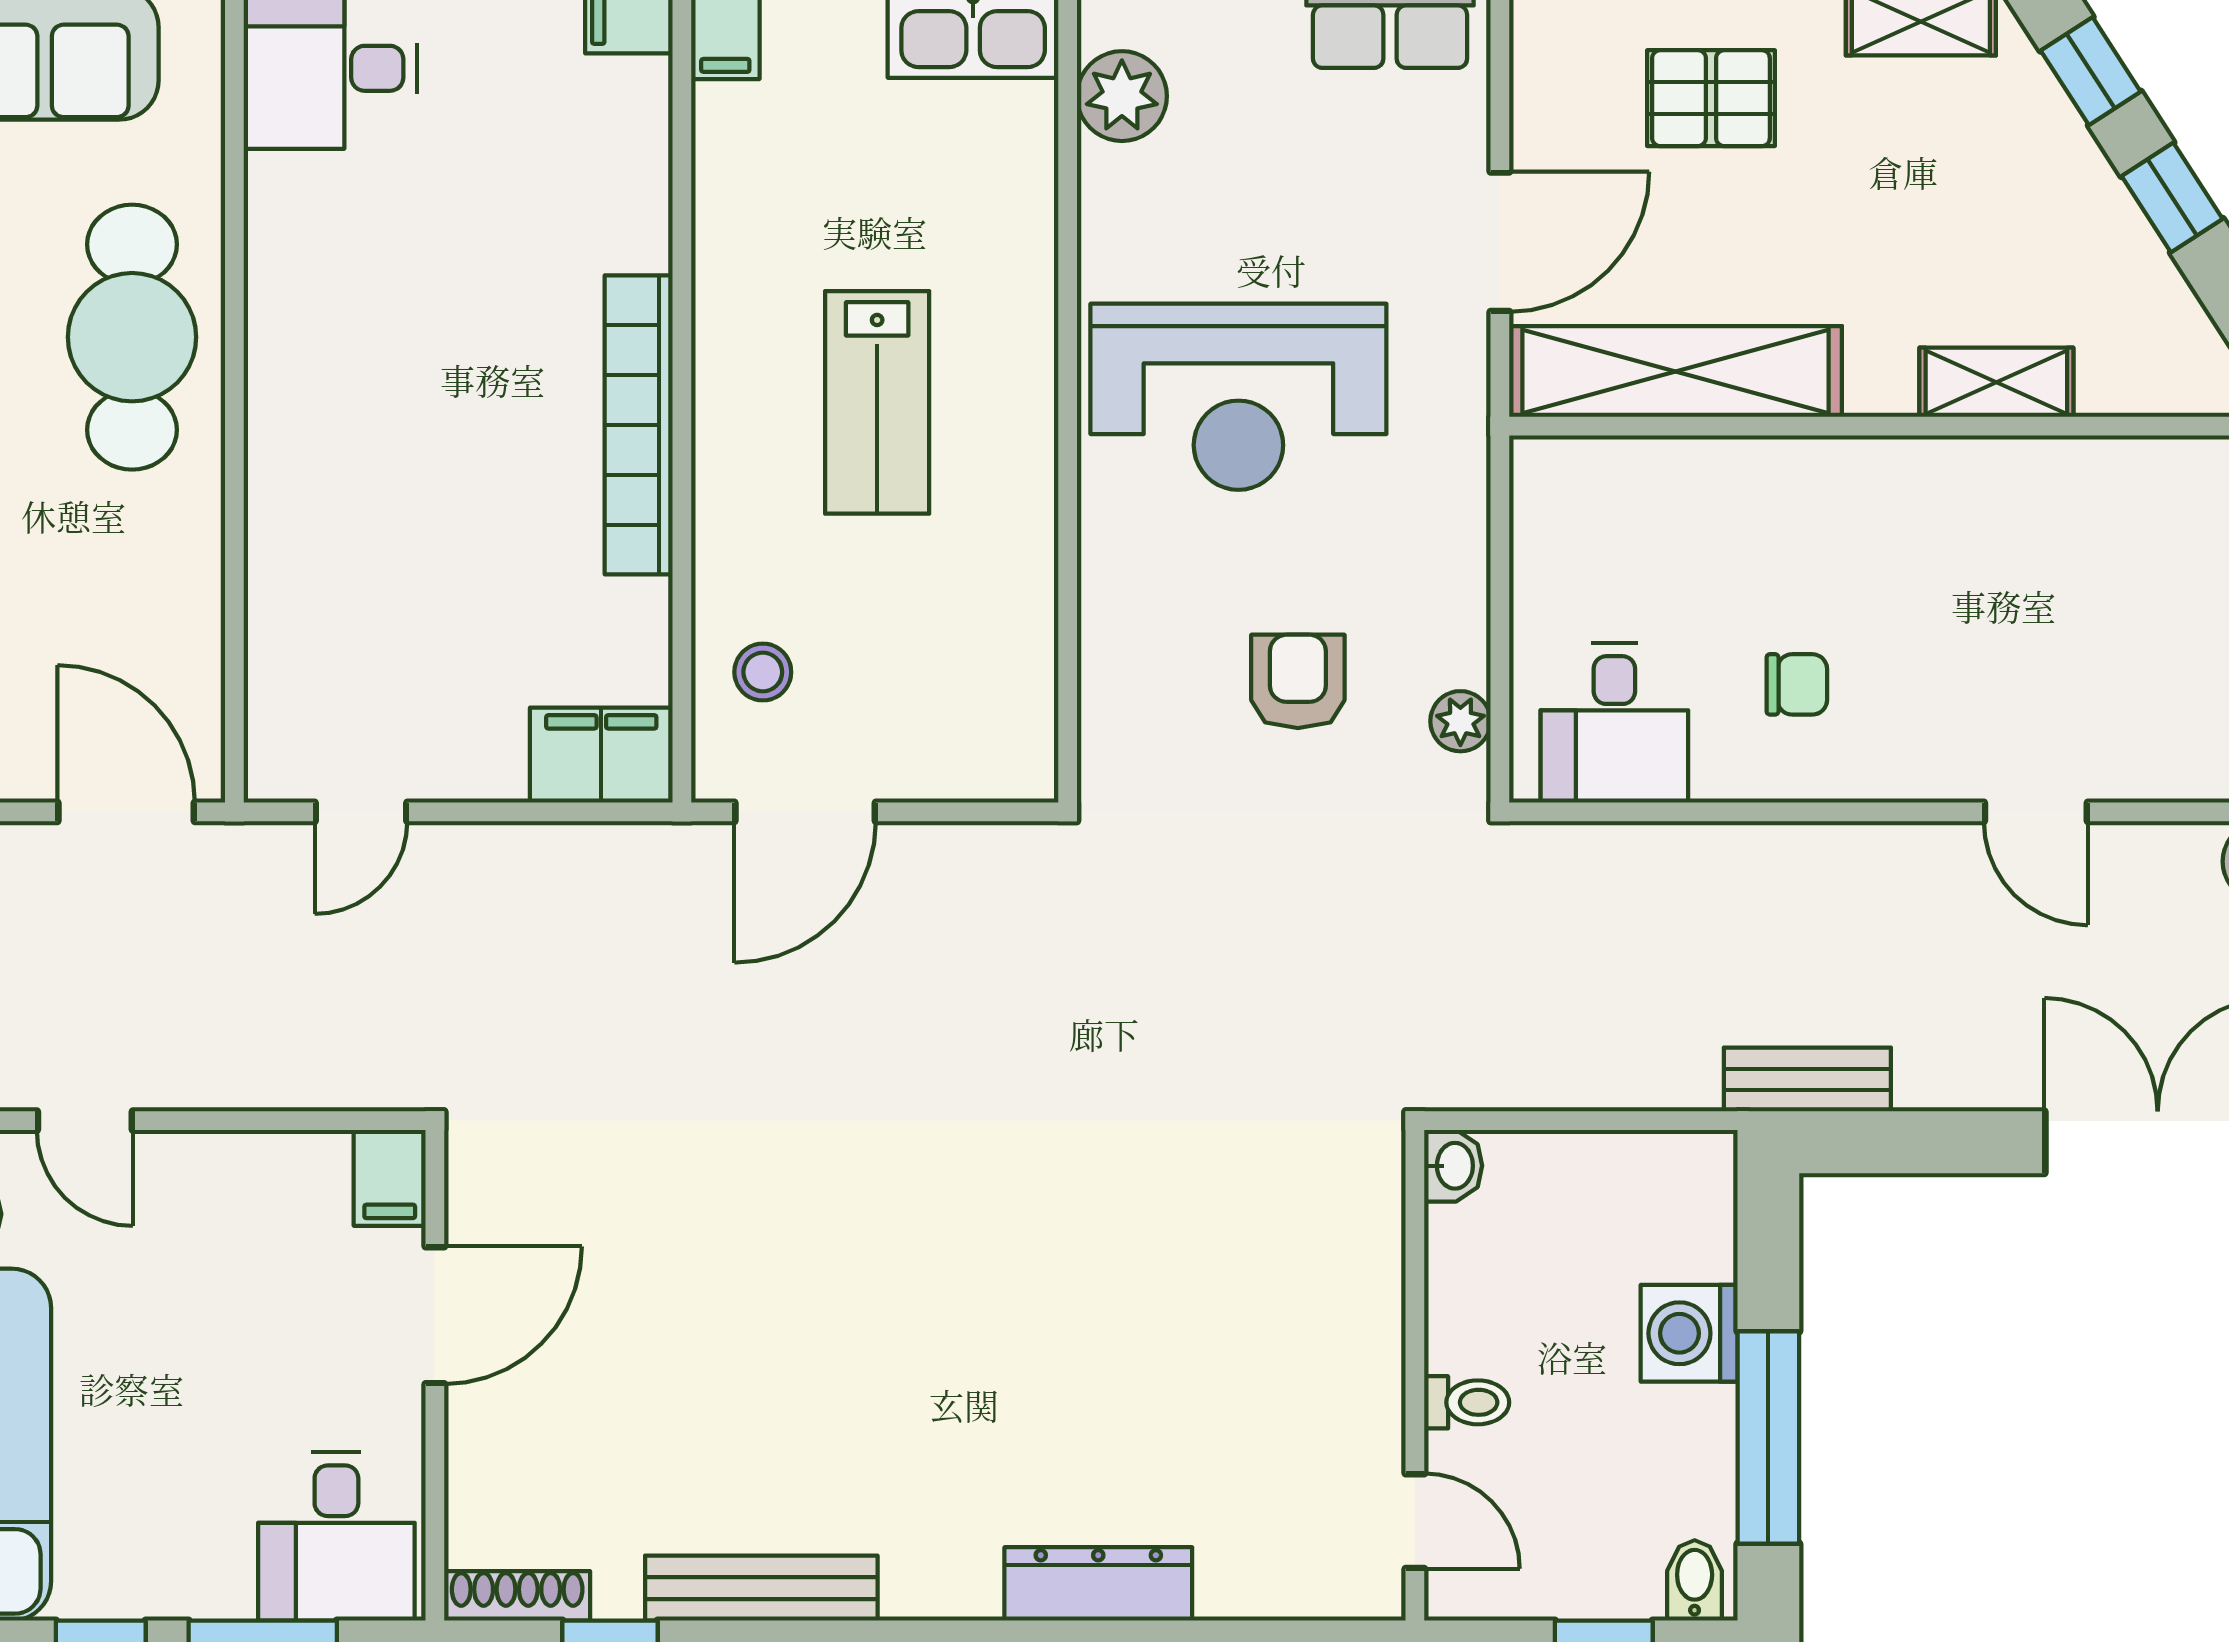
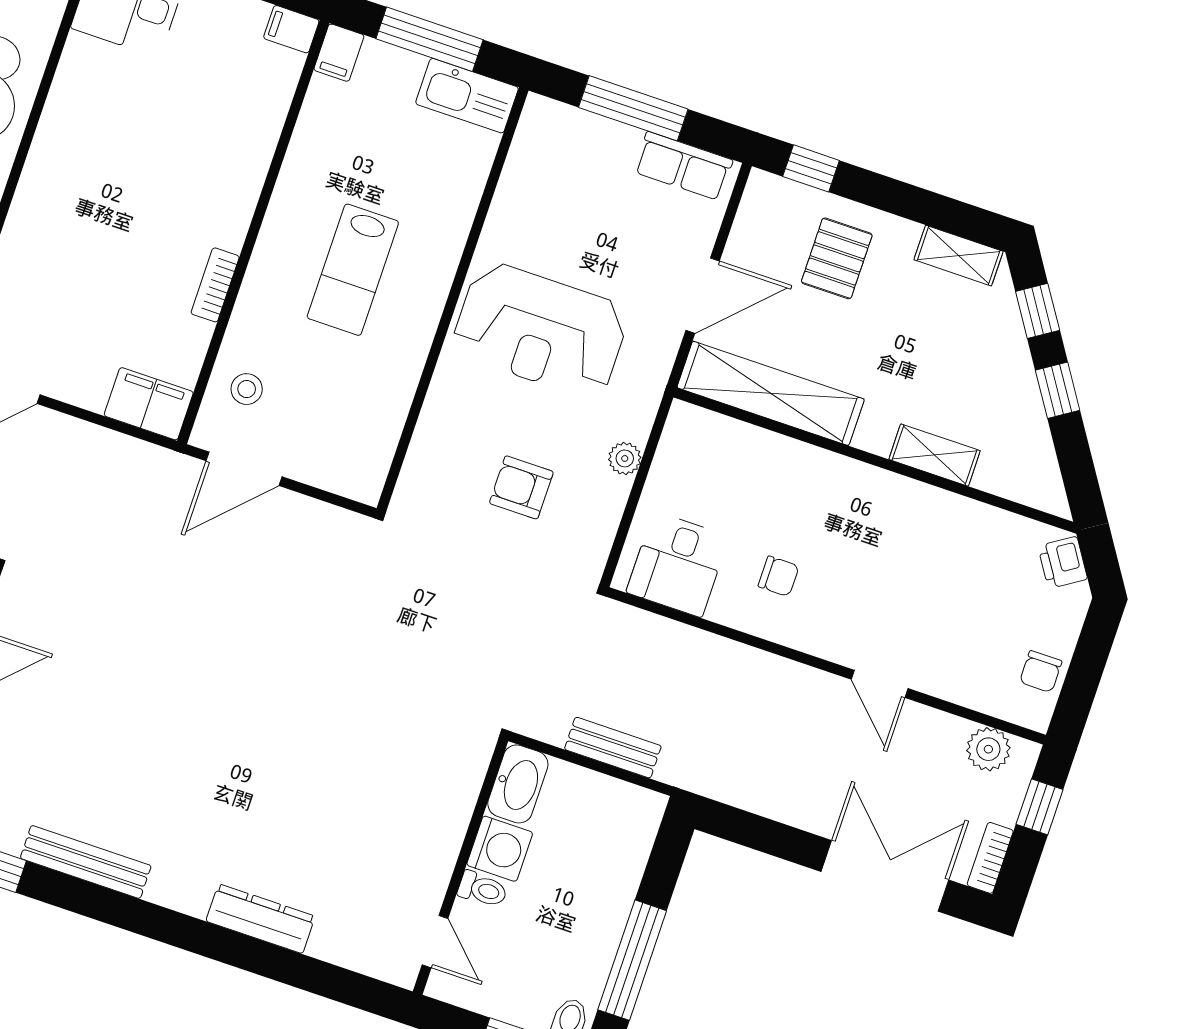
plant: (1122, 96) -> (533, 154), removed
pallet: (1711, 98) -> (837, 258), turned 90
bookcase: (639, 425) -> (215, 285), width x0.43, depth x0.76
armchair: (1298, 681) -> (521, 487), turned -90
plant: (1460, 721) -> (625, 458), moved
bench: (1807, 1079) -> (613, 748), moved
washbasin: (1453, 1166) -> (518, 784), width x1.91, depth x1.45
washing machine: (1689, 1333) -> (500, 849), moved, turned 180

